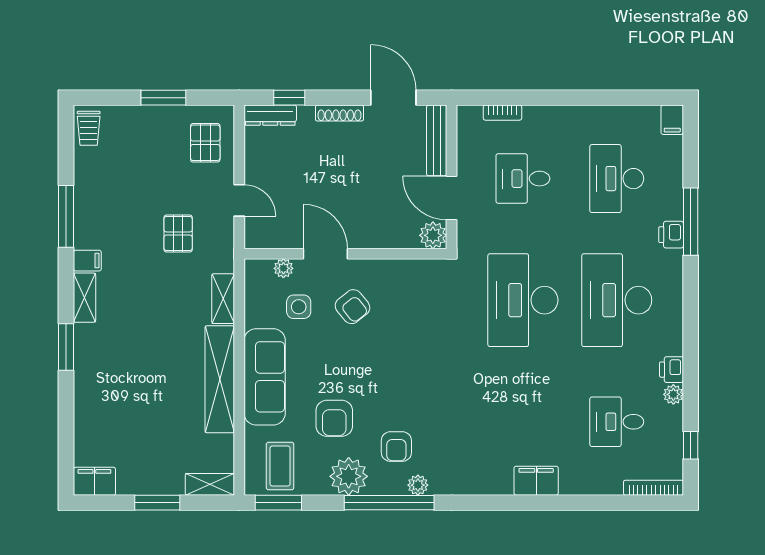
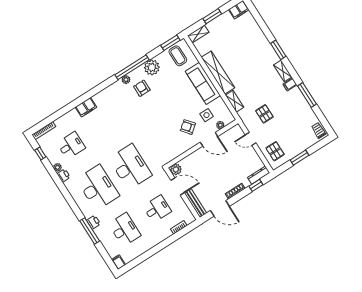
armchair: (334, 418) -> (170, 84), removed

